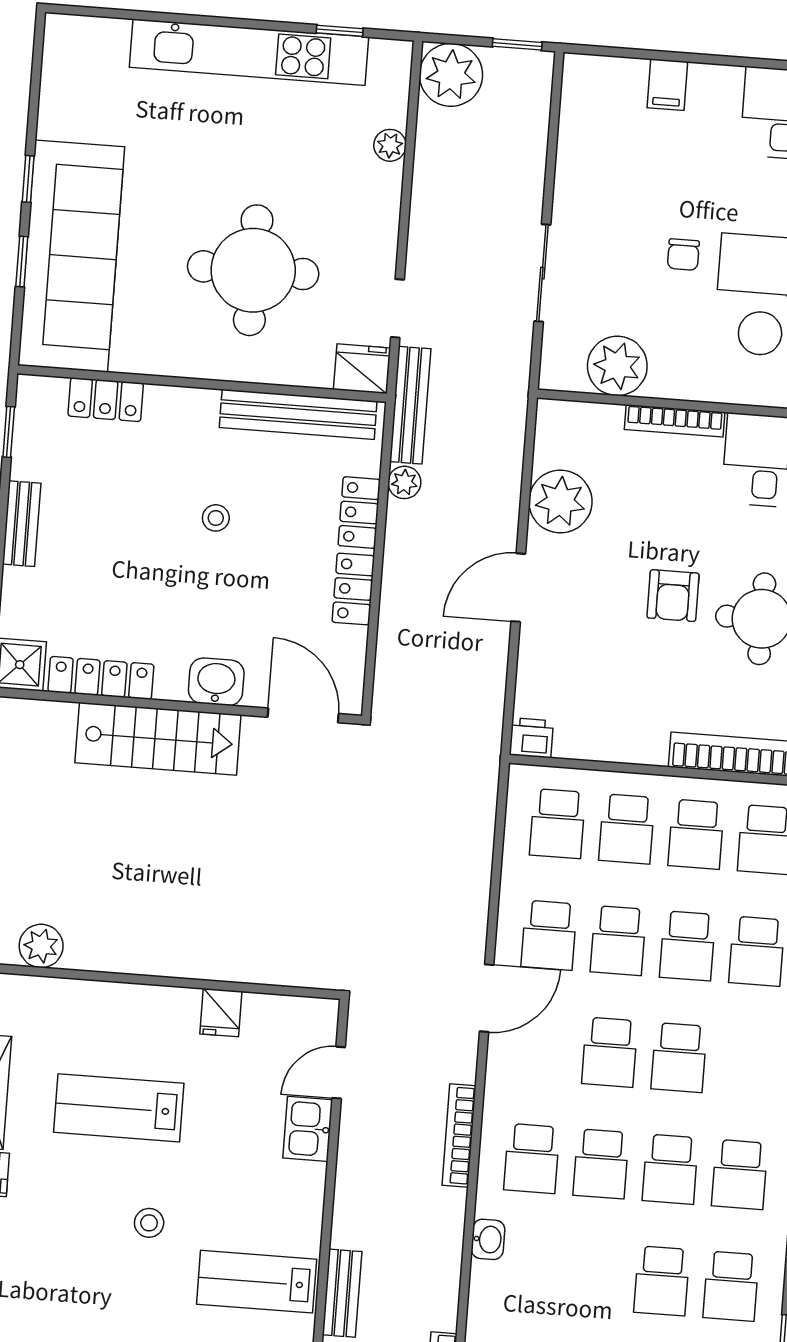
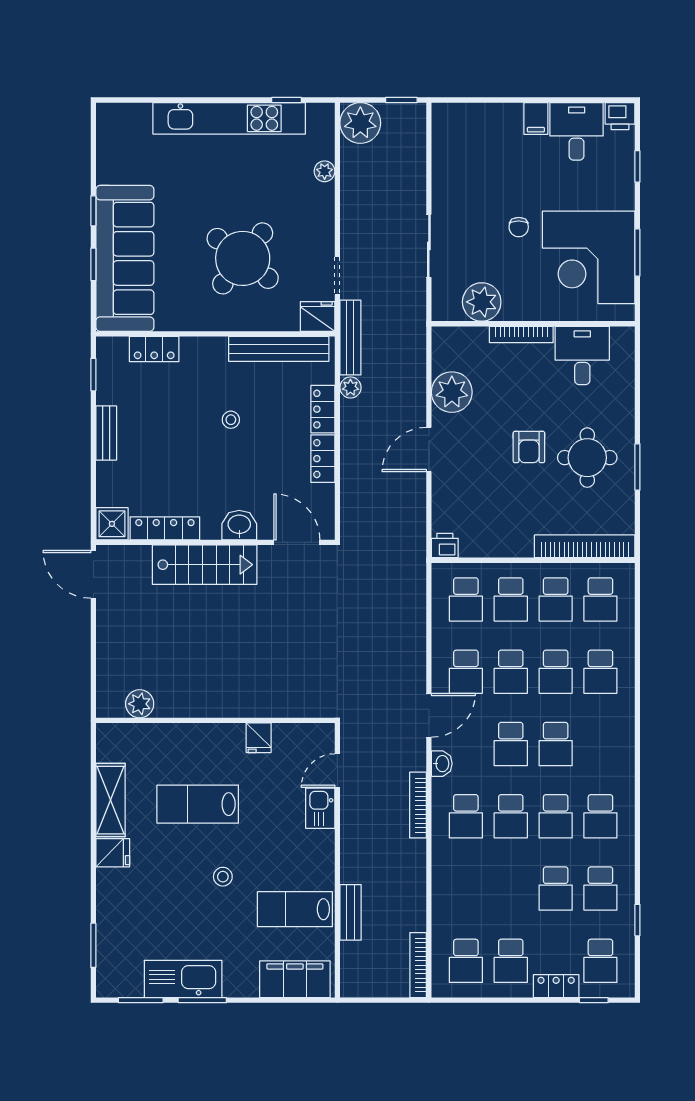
filing cabinet: (667, 85) -> (536, 119), moved
round table: (253, 270) -> (243, 258), turned 38
washbasin: (488, 1239) -> (442, 764), moved

